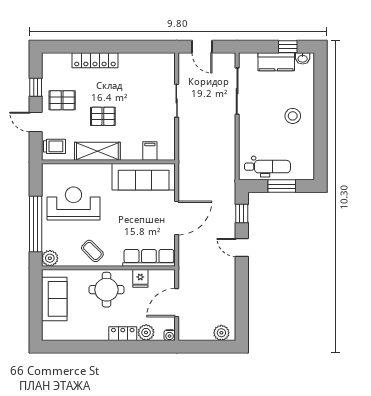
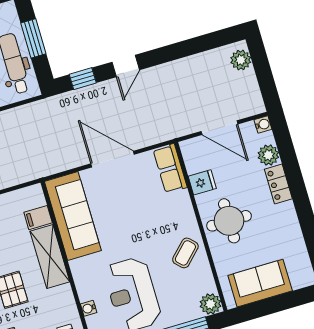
shelving: (97, 151) -> (50, 257), moved
water cooler: (73, 168) -> (89, 308), added
row of seats: (149, 258) -> (170, 168), width x0.68

